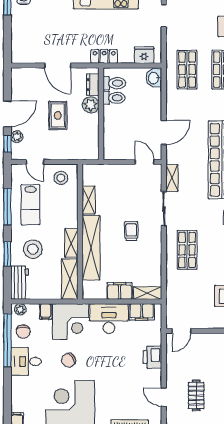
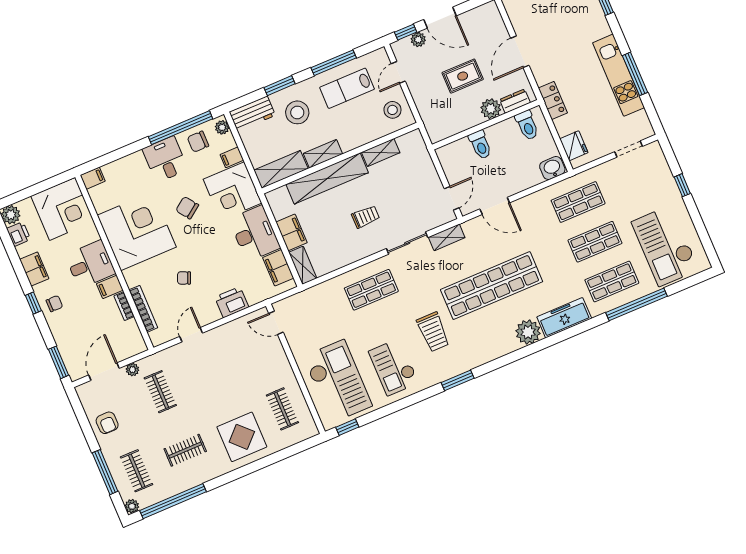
toilet: (114, 98) -> (480, 145), moved
chair: (120, 385) -> (184, 278), added
clothes rail: (196, 395) -> (209, 371), removed

